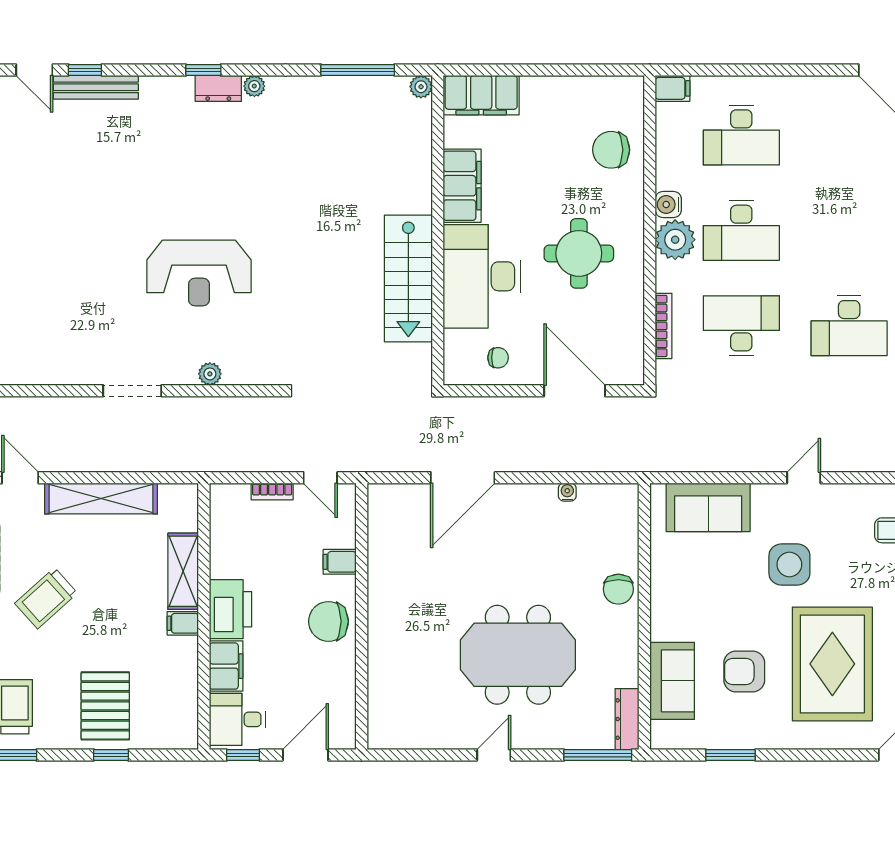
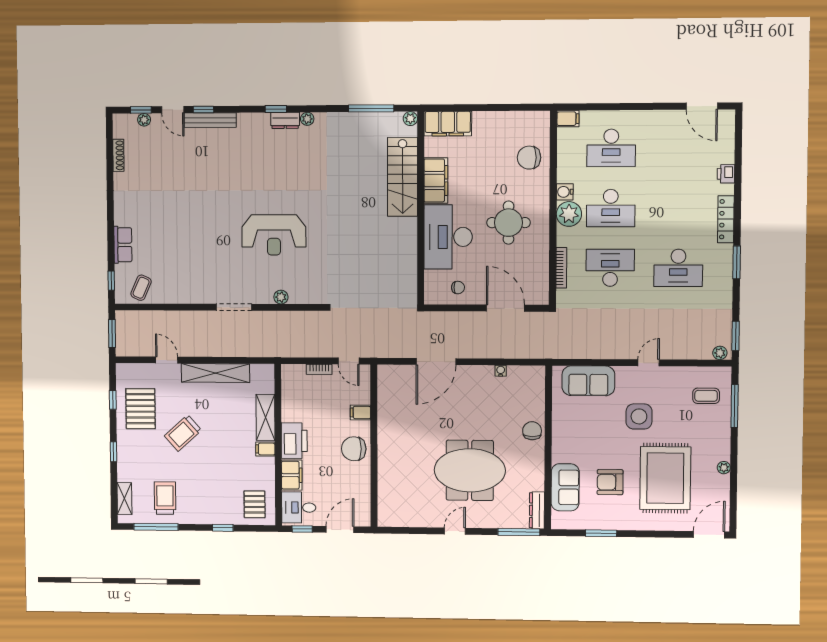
stairs: (408, 278) -> (403, 177), moved
chair: (618, 589) -> (532, 431), turned 180
pallet: (105, 706) -> (255, 504), moved, width x0.67, depth x0.71

